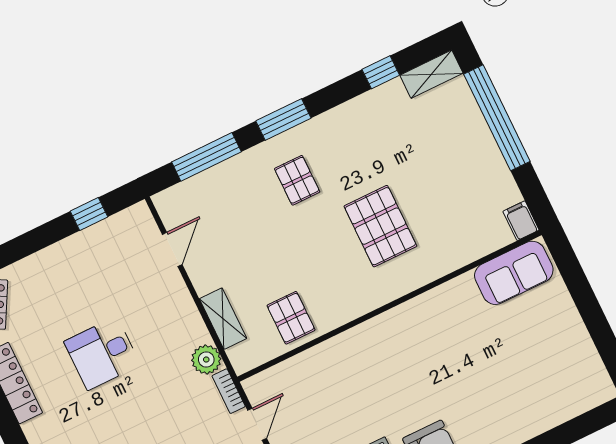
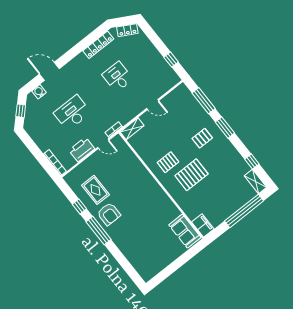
filing cabinet: (521, 221) -> (203, 225), width x2.00
door: (172, 249) -> (153, 105), moved
pallet: (291, 318) -> (168, 162), moved
shelving: (223, 319) -> (132, 129), moved
plant: (206, 360) -> (124, 118), removed

